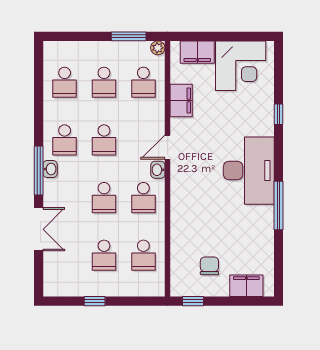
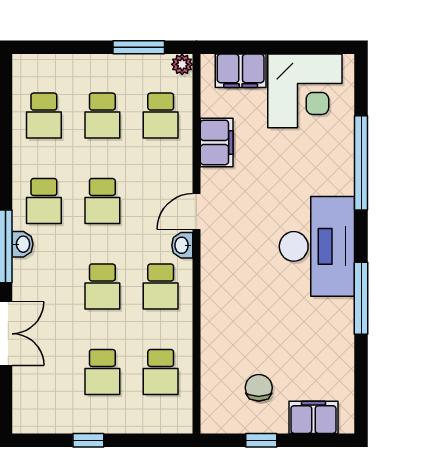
window: (278, 114) -> (361, 163), width x3.17
window: (193, 301) -> (261, 440), moved

